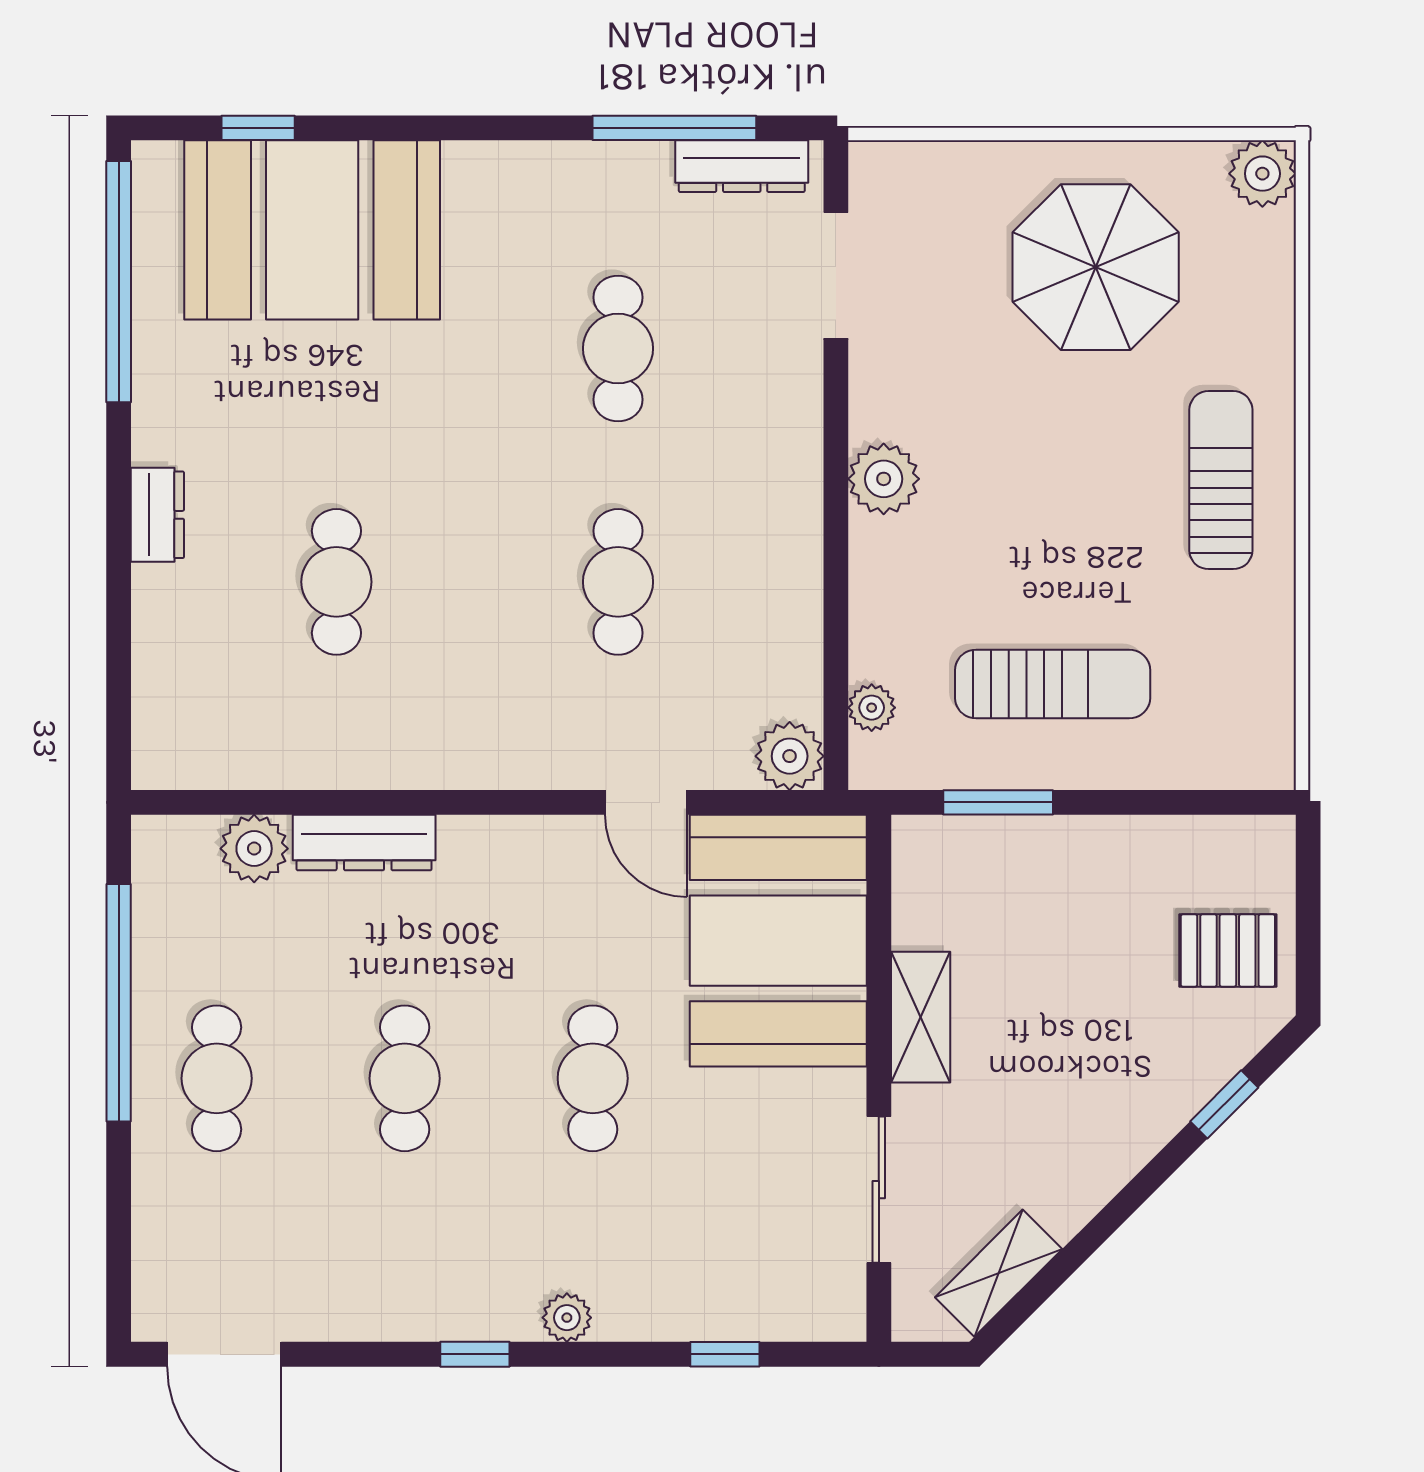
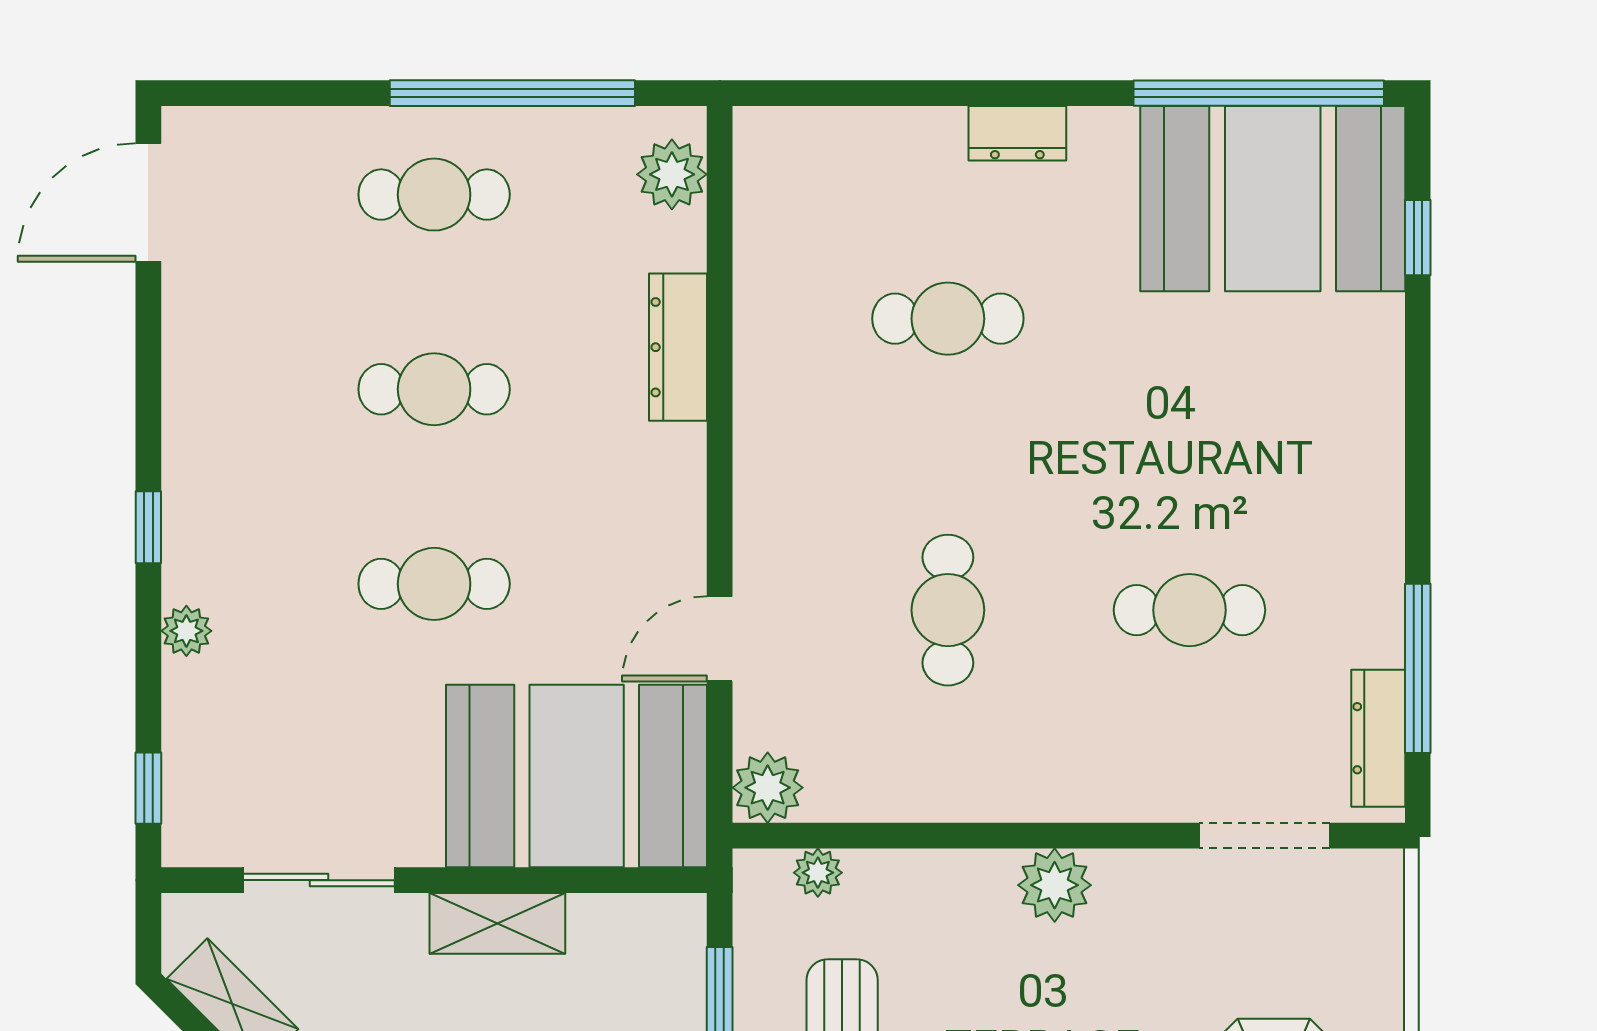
booth: (312, 230) -> (1273, 199), moved, turned 90
cafe table: (618, 582) -> (948, 610), turned 90
plant: (254, 849) -> (672, 174), moved
plant: (567, 1318) -> (186, 631), moved
window: (475, 1354) -> (148, 527), moved
window: (725, 1354) -> (148, 788), moved

